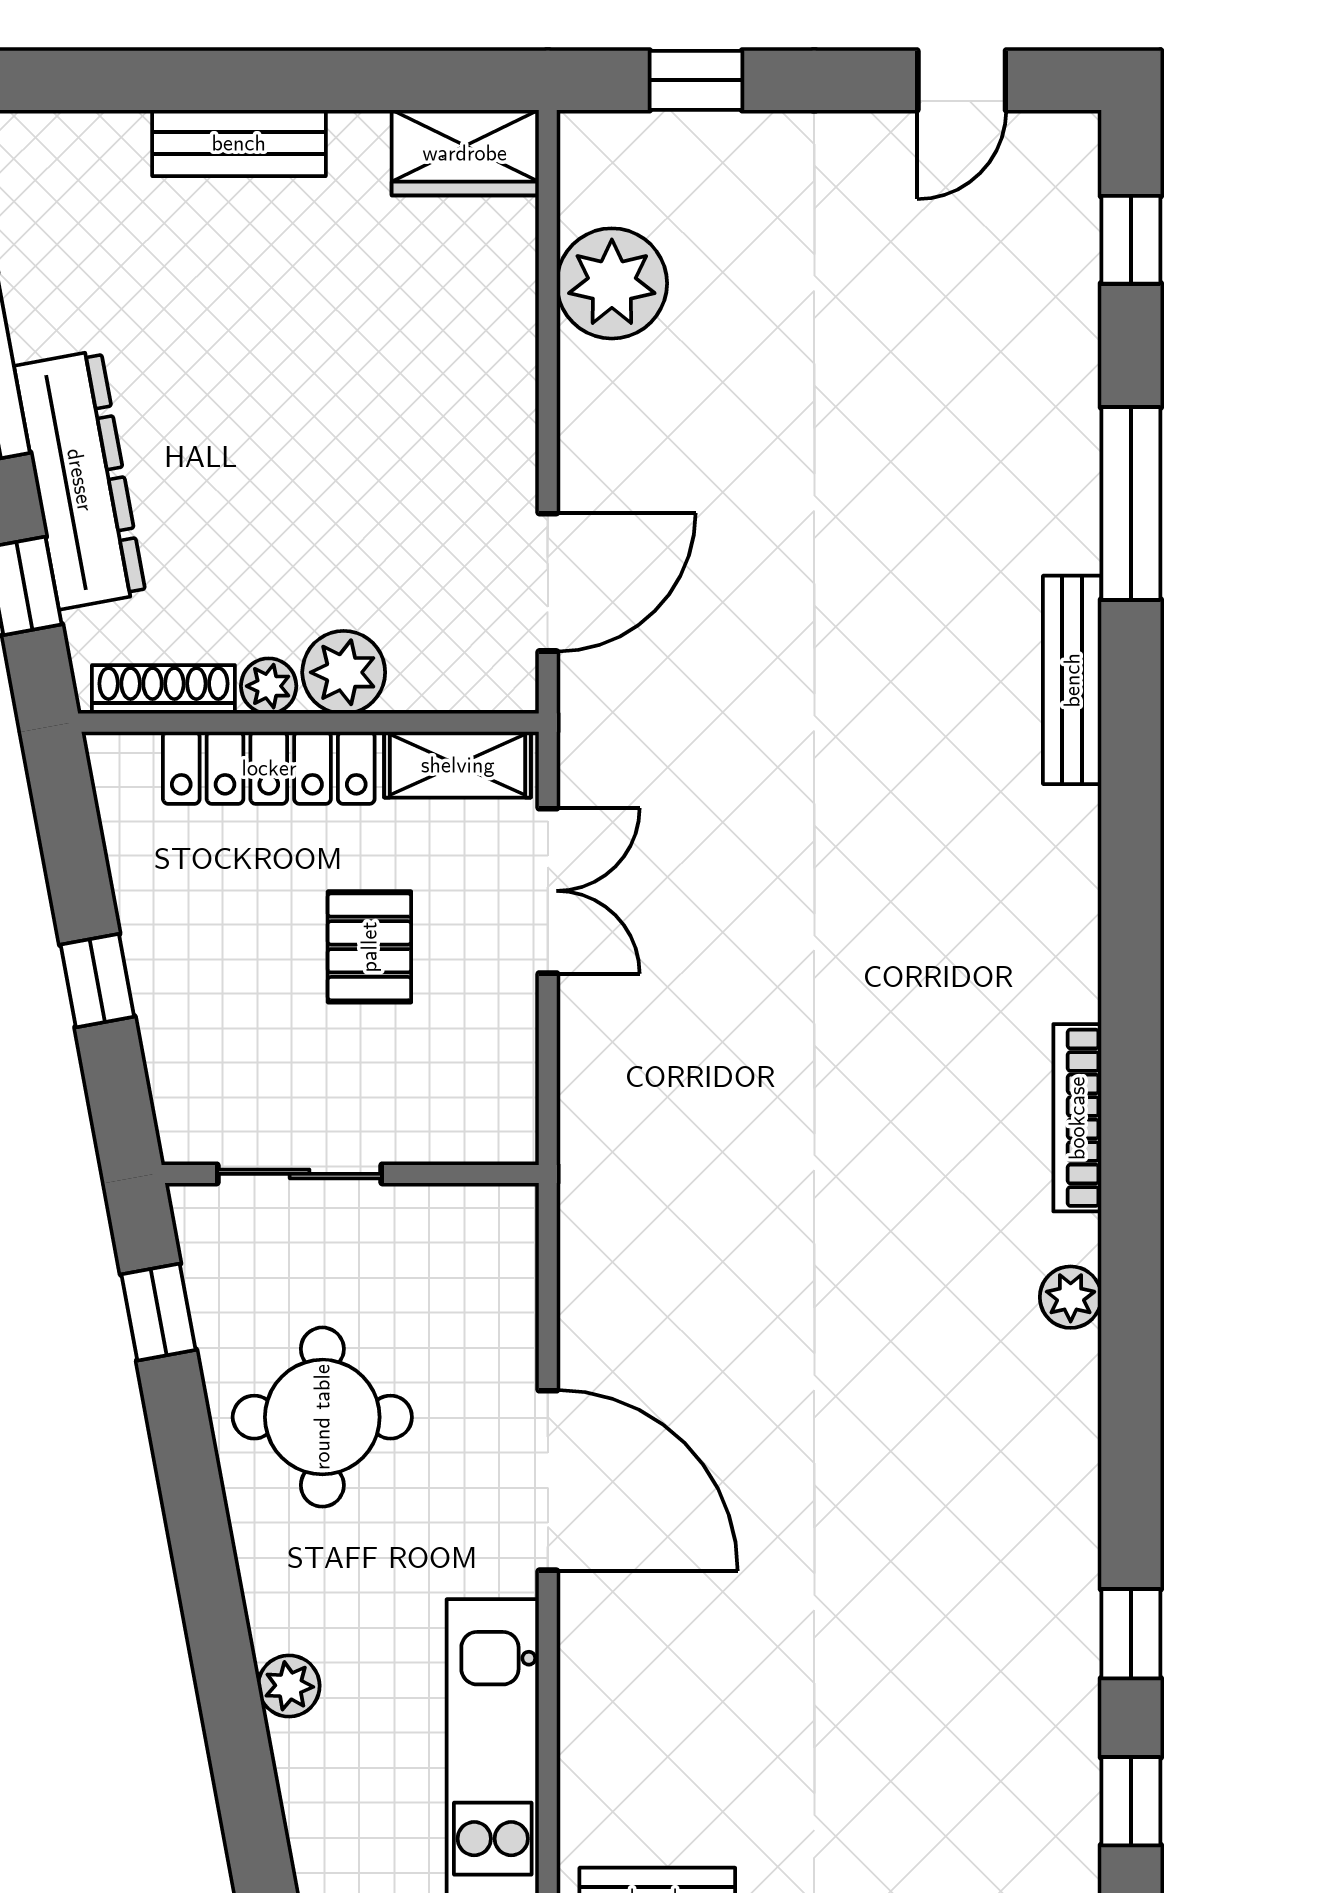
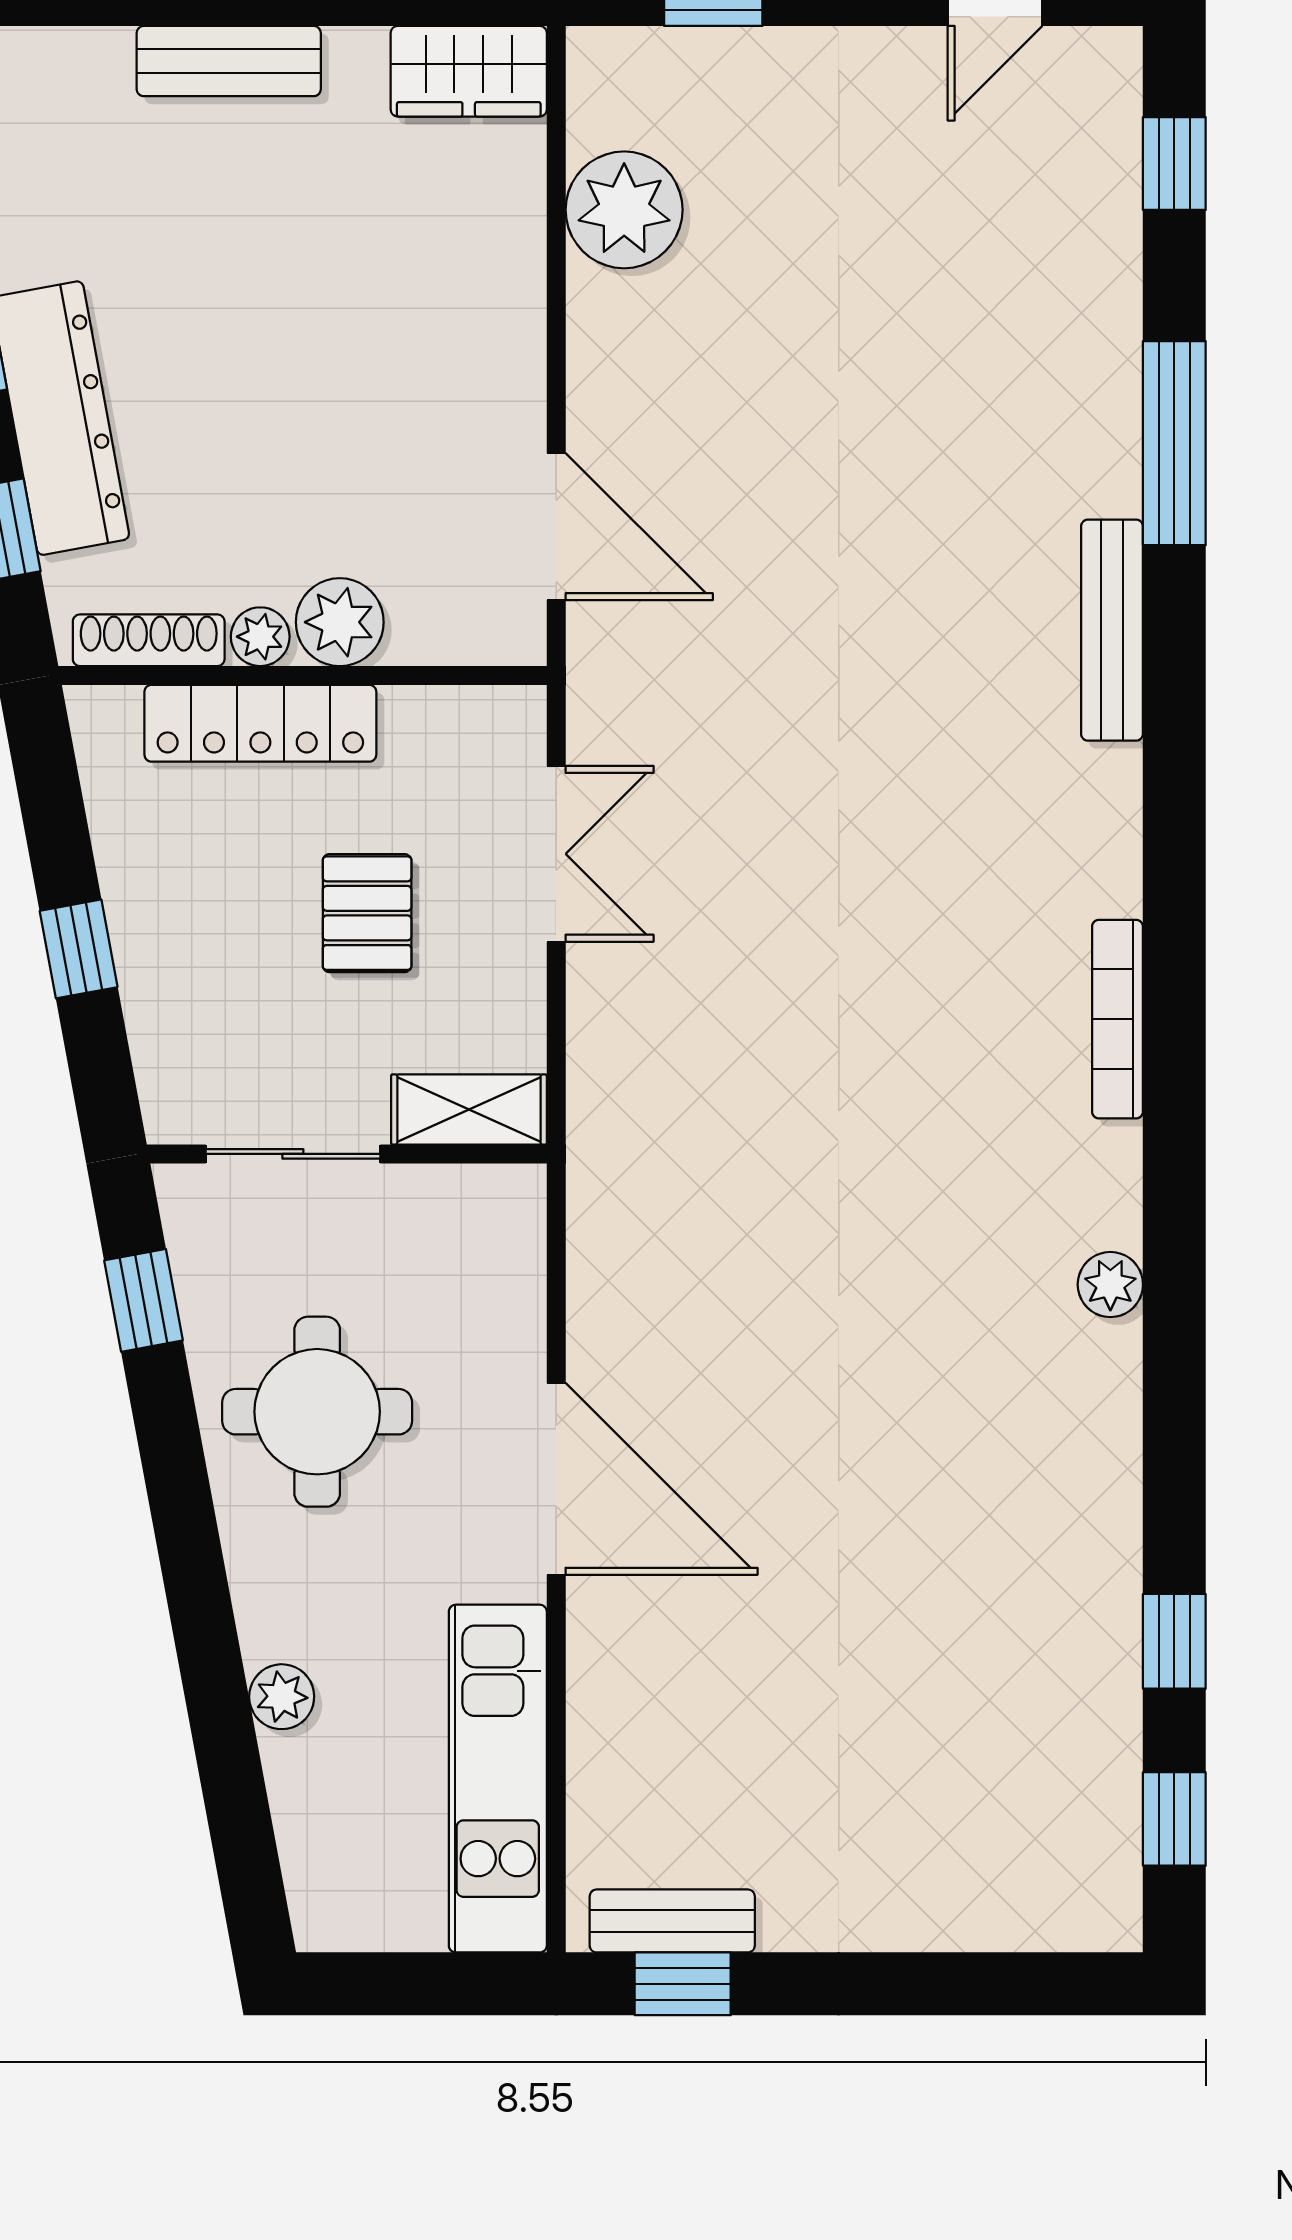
door: (548, 582) -> (556, 527), hinge flipped
shelving: (458, 765) -> (469, 1109), moved
bookcase: (1077, 1118) -> (1118, 1019), moved

